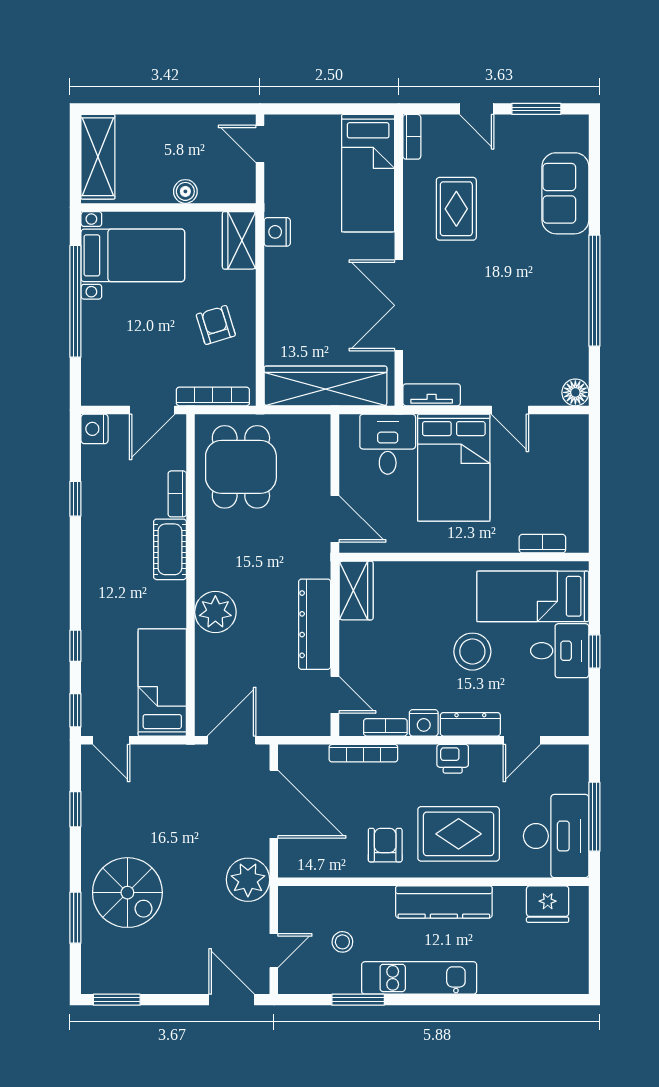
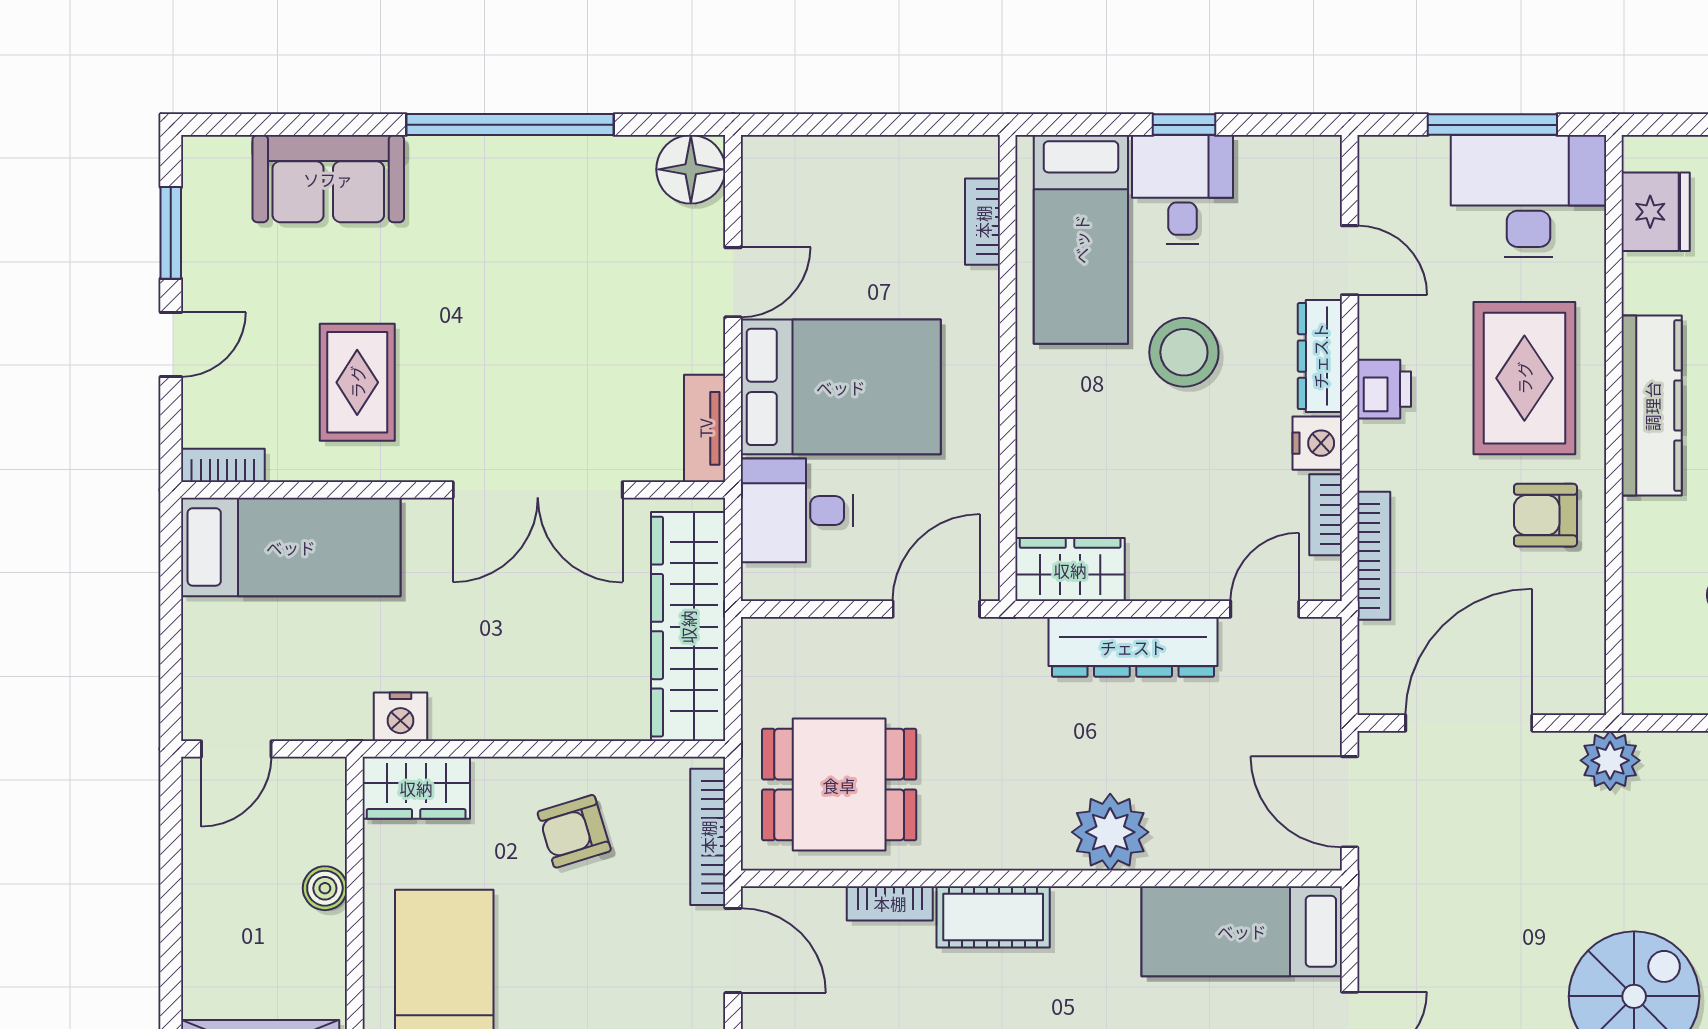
rug: (456, 209) -> (357, 382), turned 90
floor lamp: (575, 392) -> (691, 169), width x1.38, depth x1.38
plant: (248, 880) -> (1610, 760), width x0.73, depth x0.73

